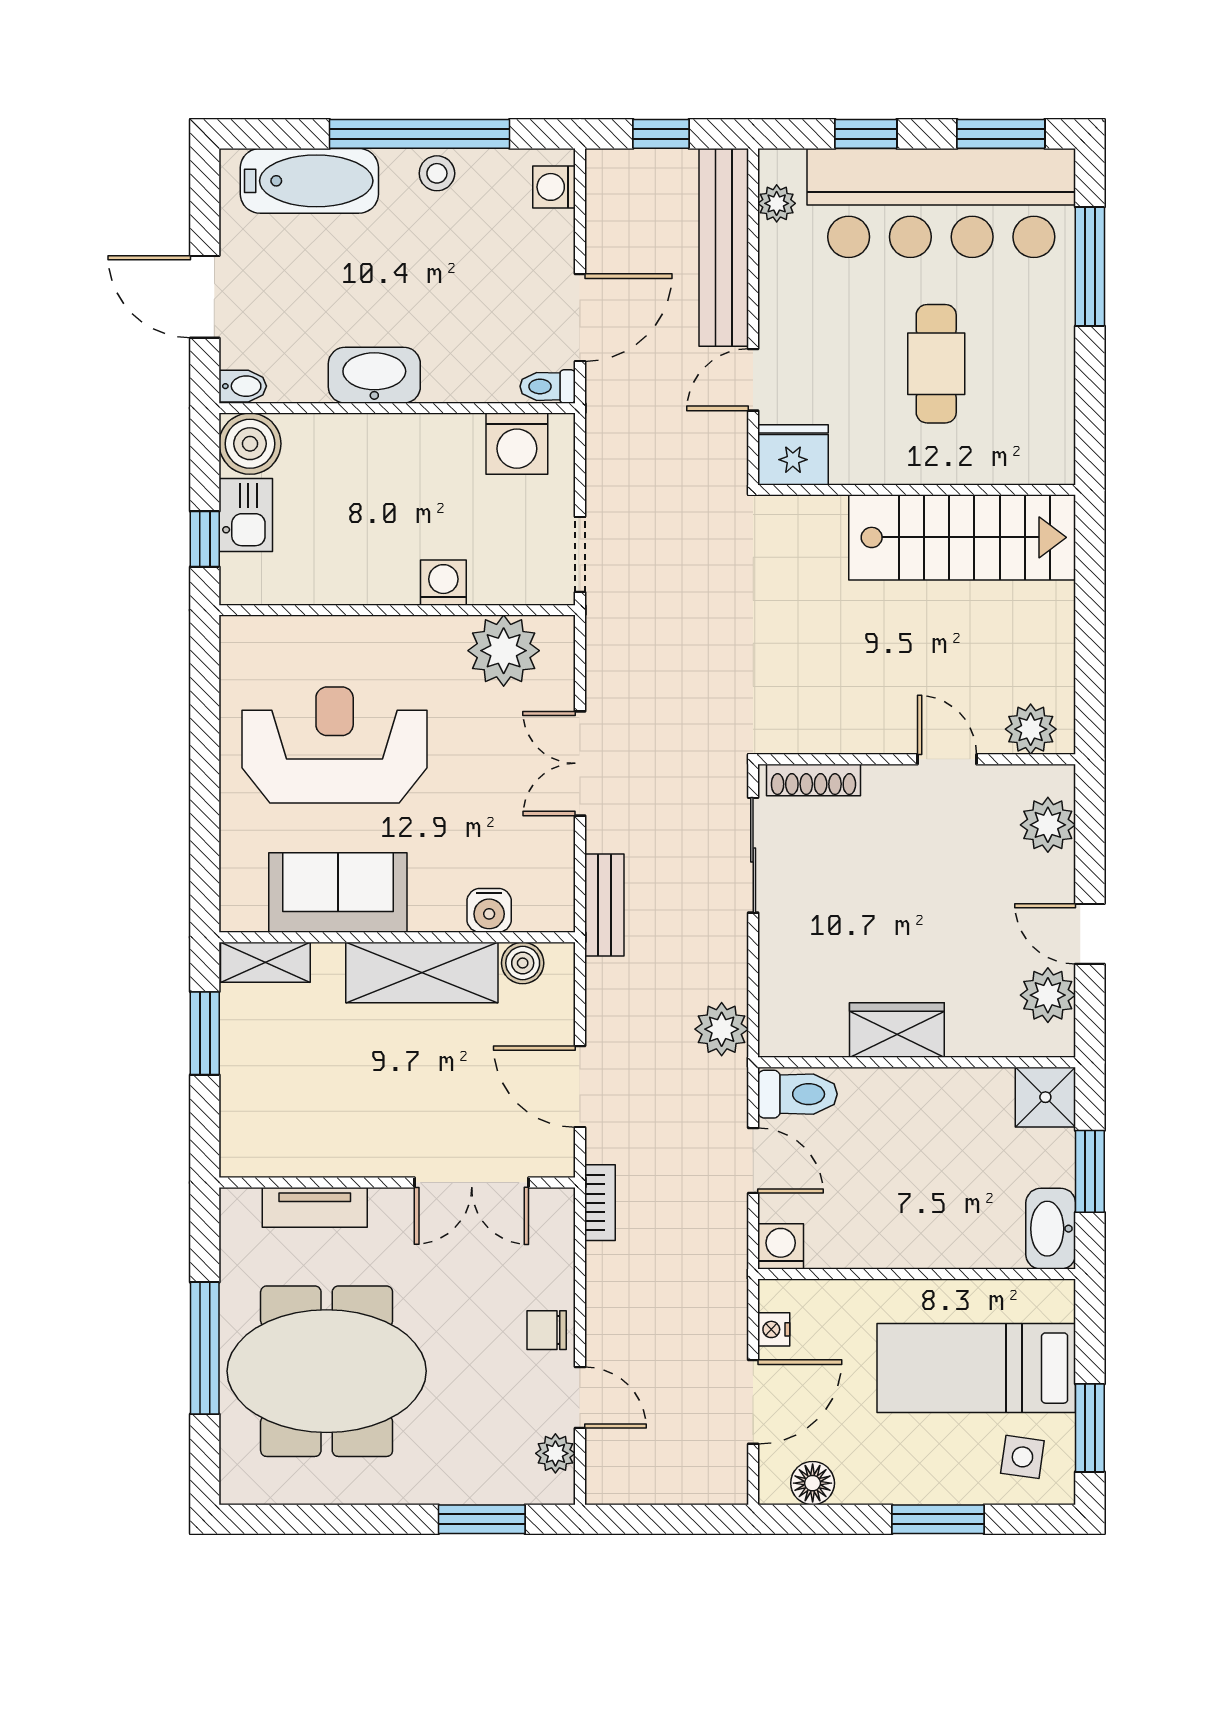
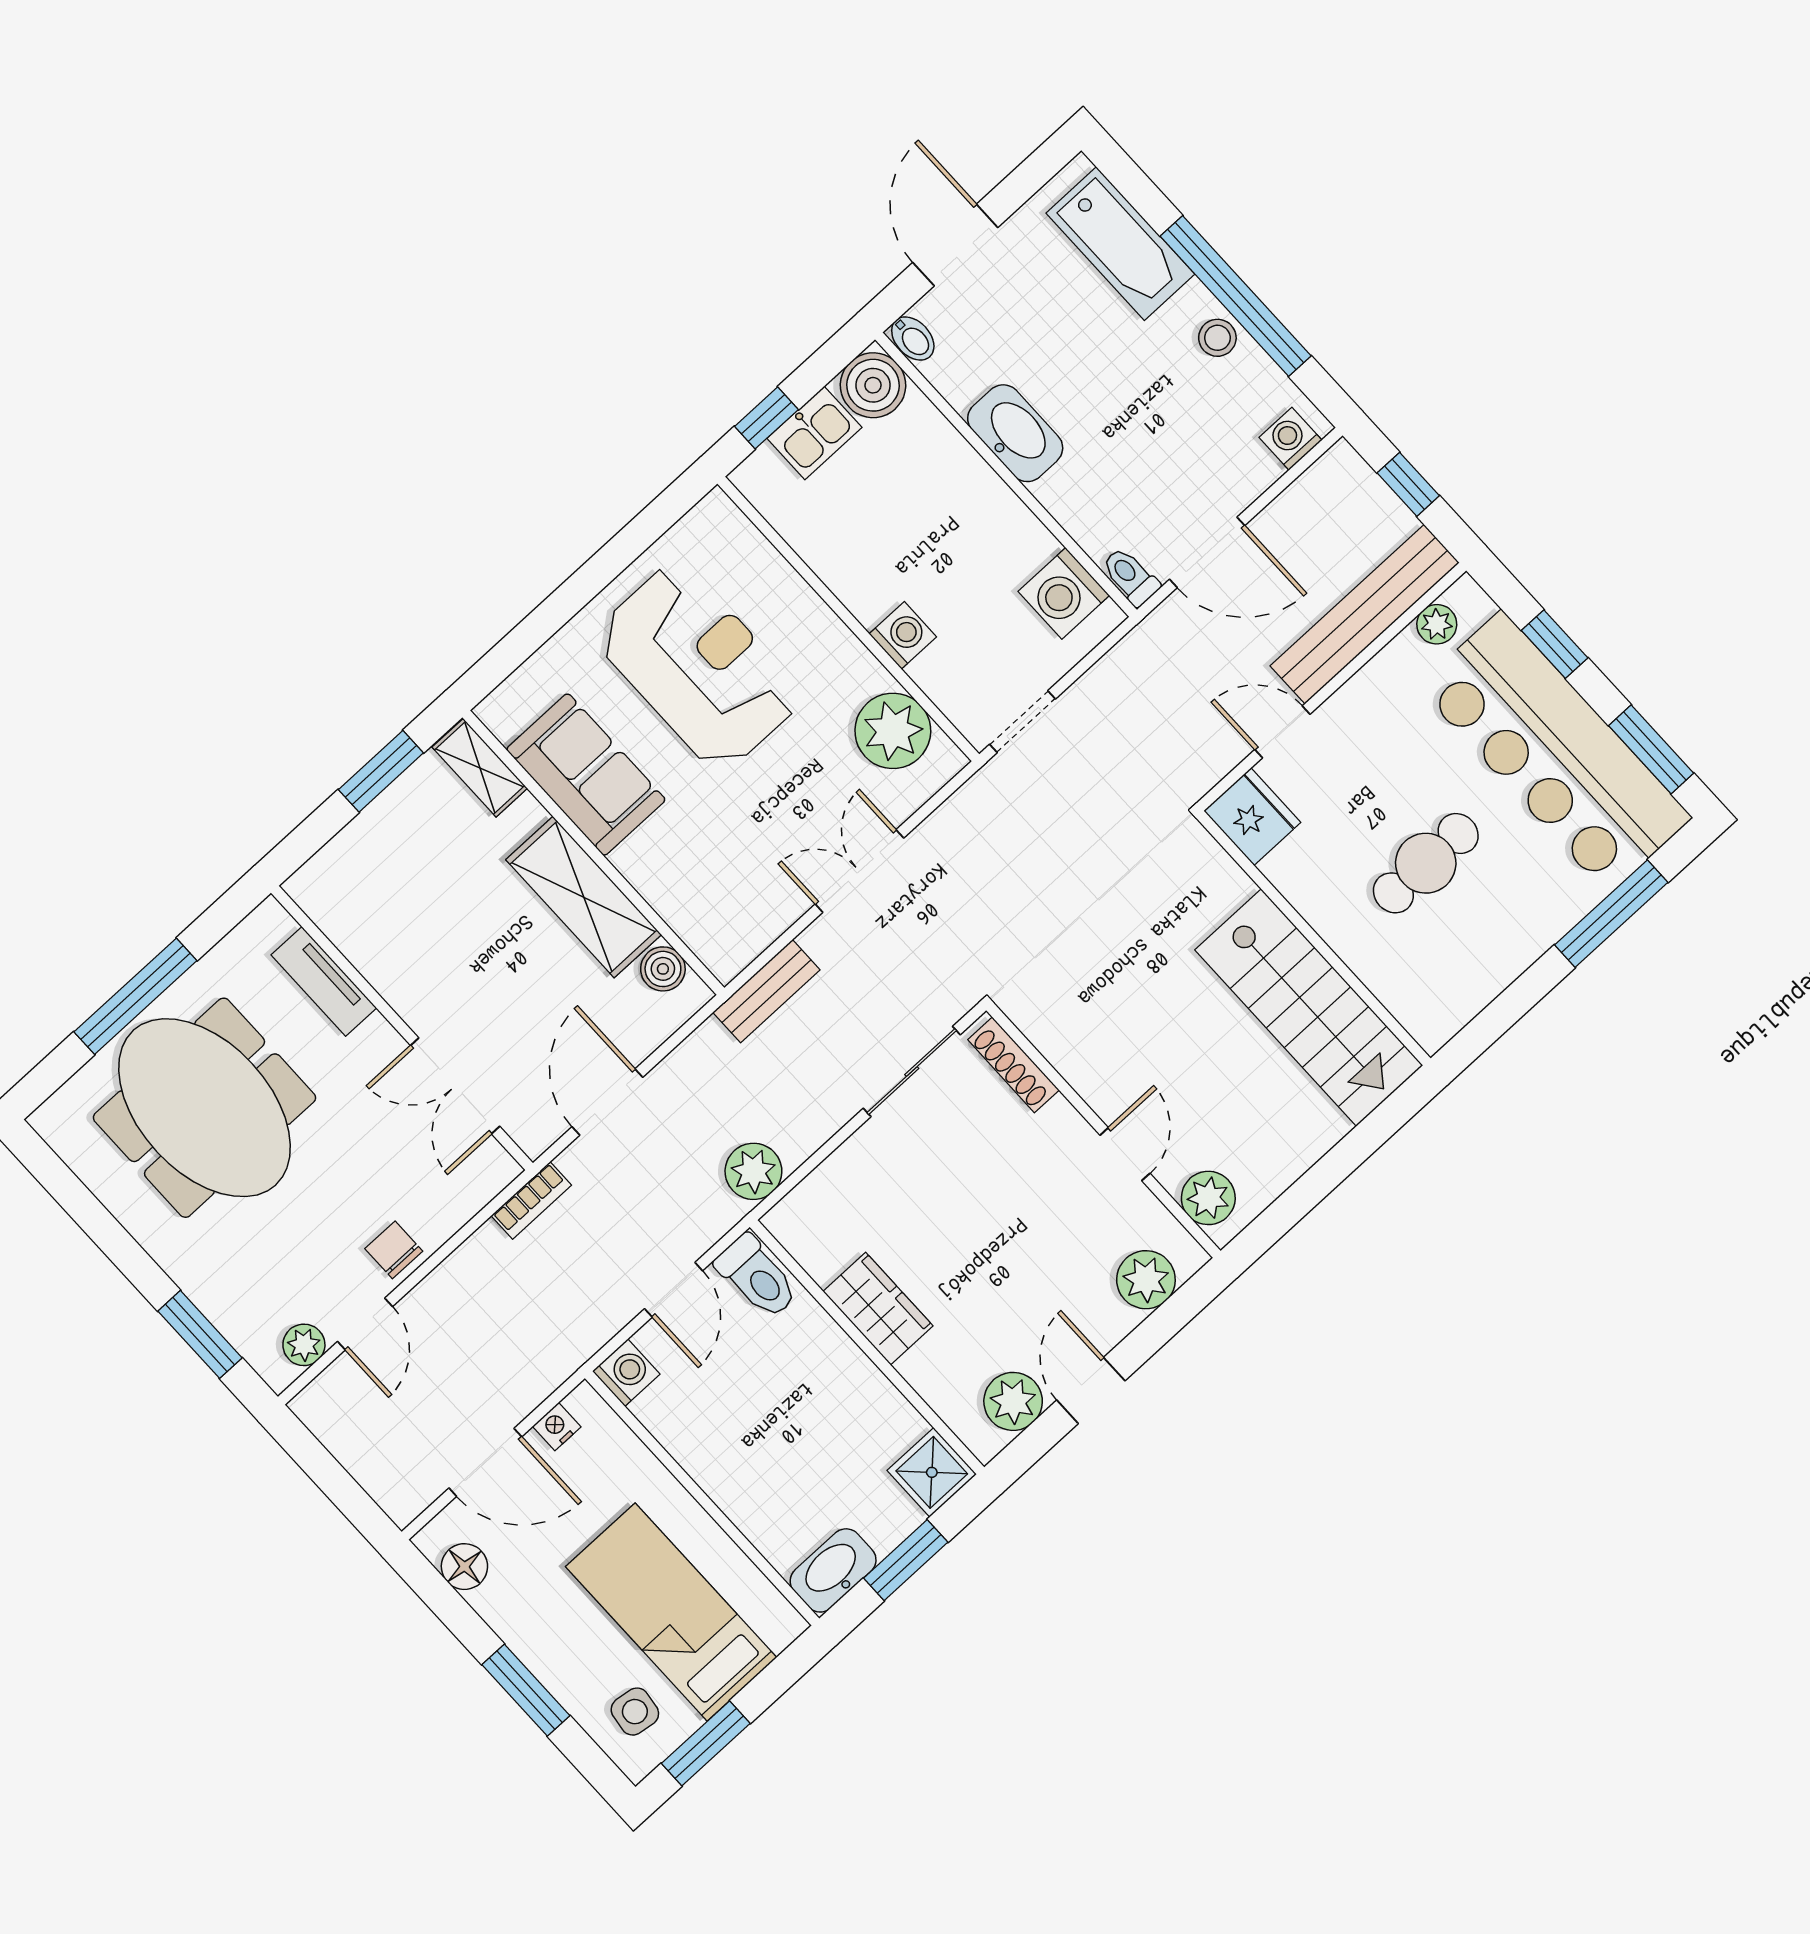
water cooler: (489, 910) -> (680, 905), removed

